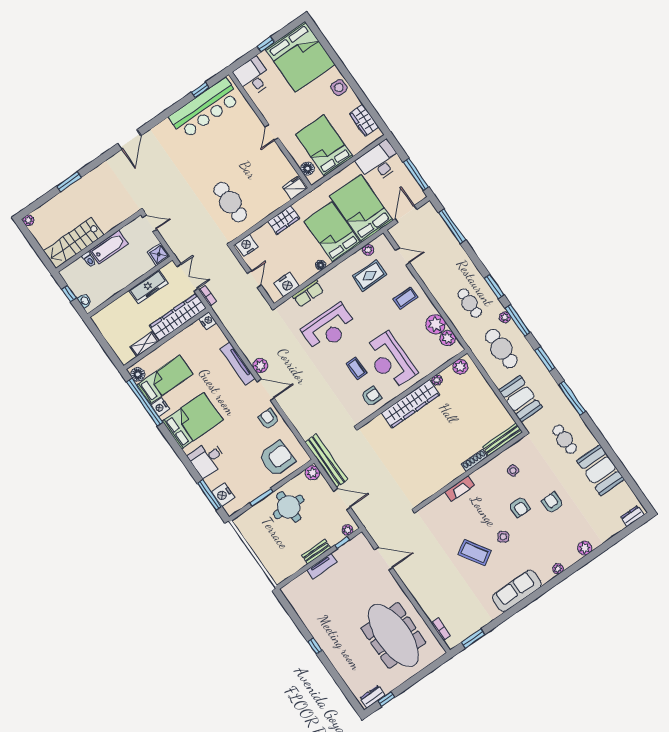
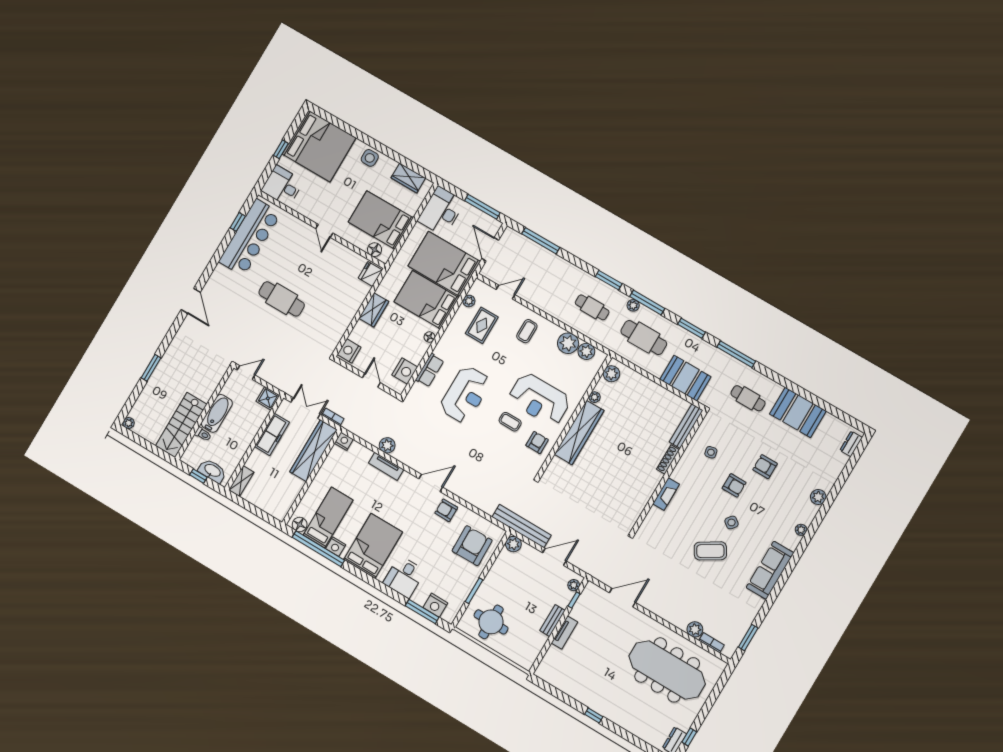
cafe table: (230, 202) -> (282, 299), moved
washbasin: (84, 301) -> (212, 471), width x1.91, depth x1.45
shelving: (144, 344) -> (241, 481), moved
tv unit: (238, 364) -> (386, 466), width x0.71
plant: (260, 366) -> (387, 445), moved
round table: (289, 507) -> (491, 622), moved
plant: (432, 612) -> (695, 629), added

